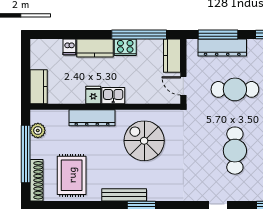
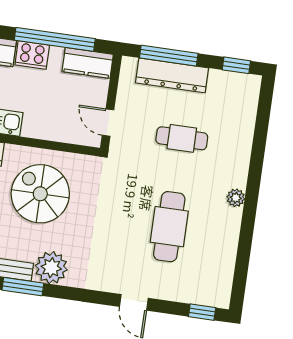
kitchen counter: (172, 56) -> (88, 63), moved, turned -90
cafe table: (235, 89) -> (182, 138), width x0.73, depth x0.74
plant: (159, 190) -> (51, 268), added

